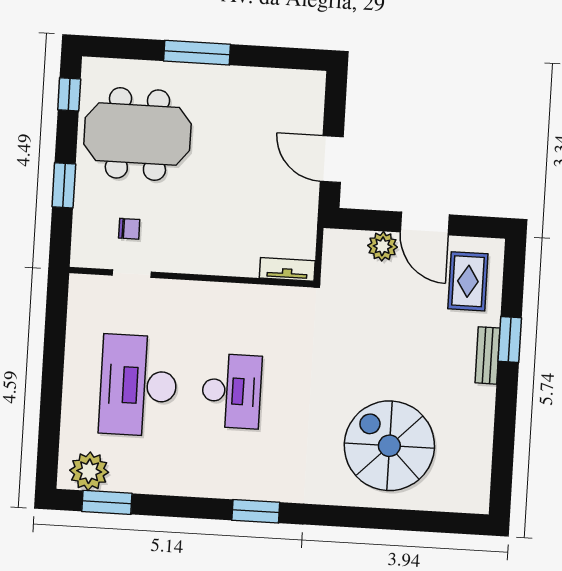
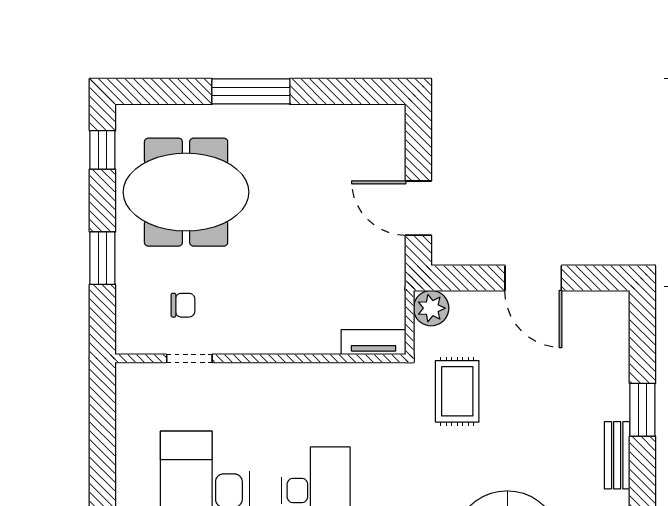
plant: (383, 246) -> (431, 308), moved
rug: (468, 281) -> (457, 391), moved
bench: (488, 355) -> (617, 455), moved

